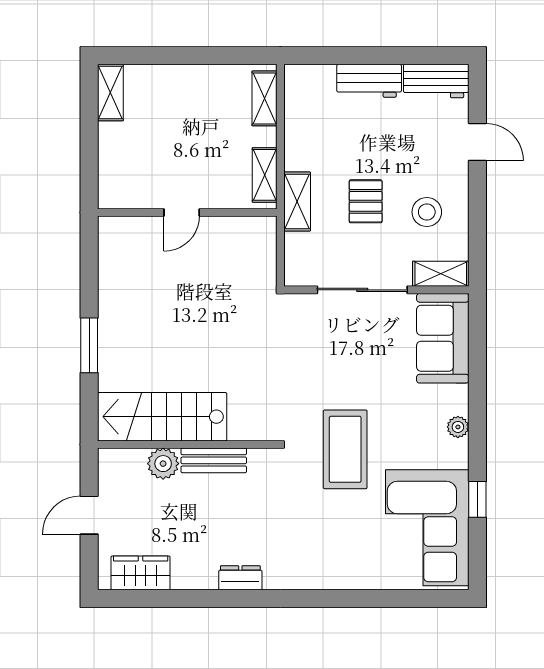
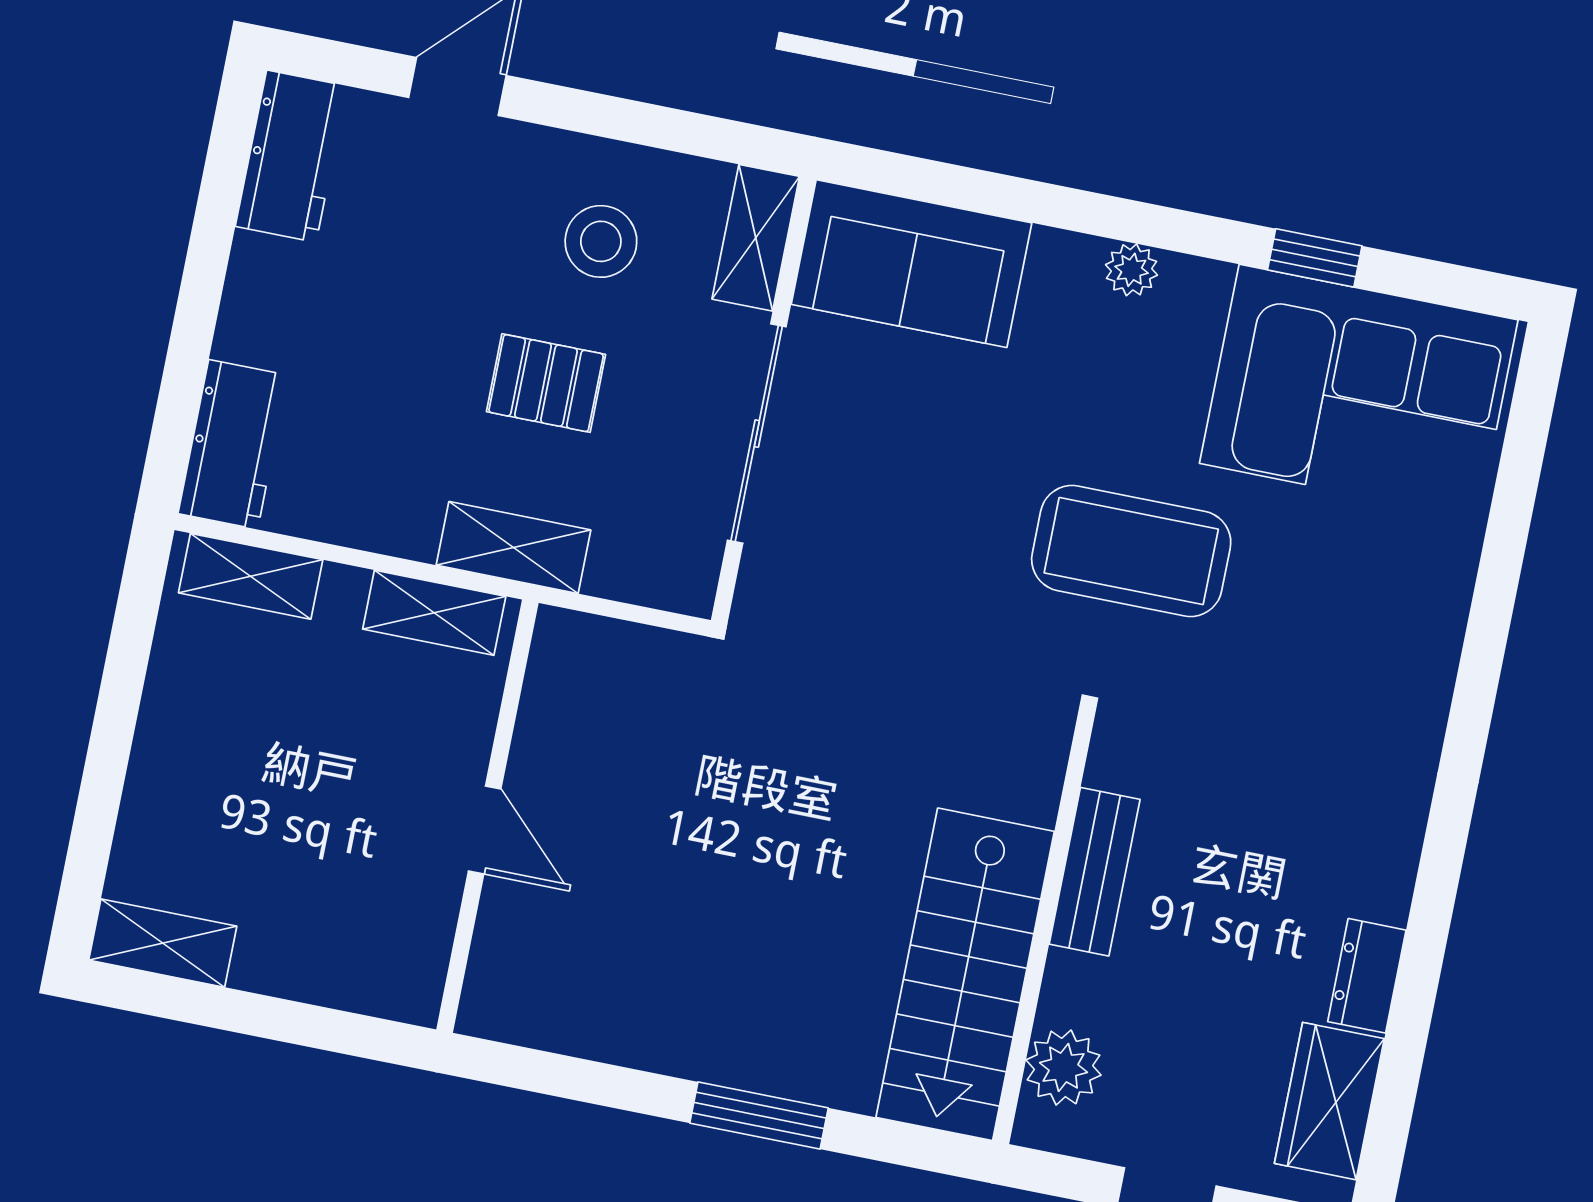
workbench: (369, 81) -> (233, 444), moved
plant: (163, 464) -> (1064, 1067), moved
dresser: (240, 578) -> (1367, 976), moved

